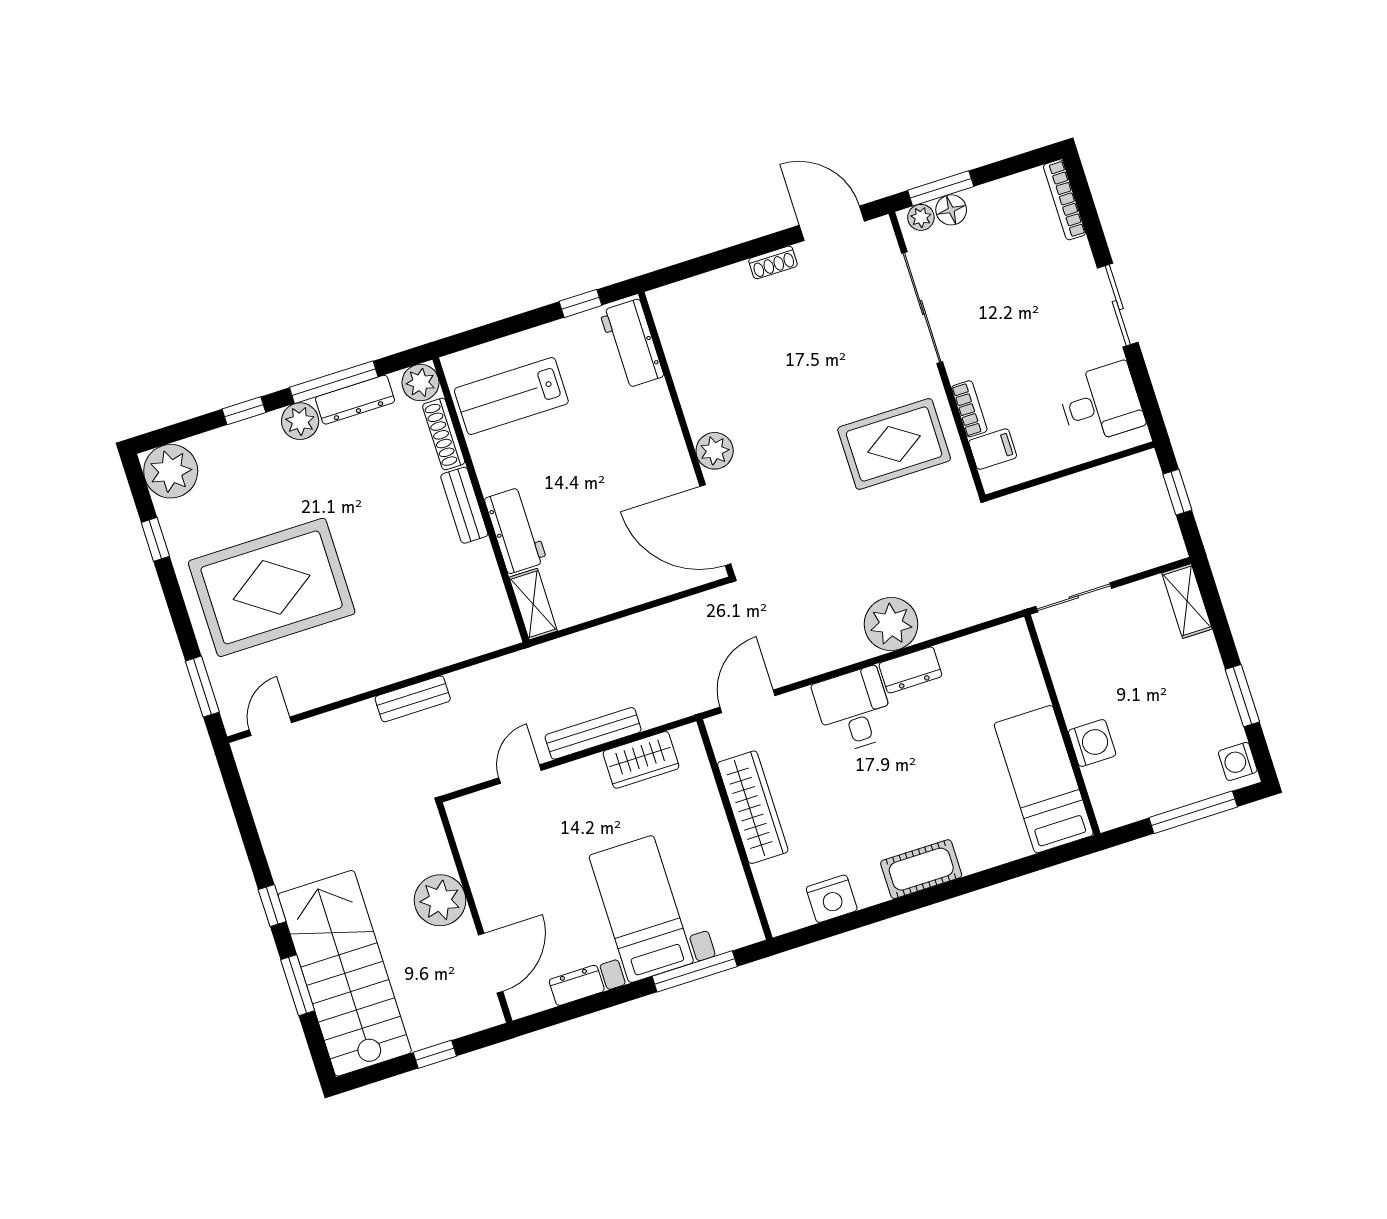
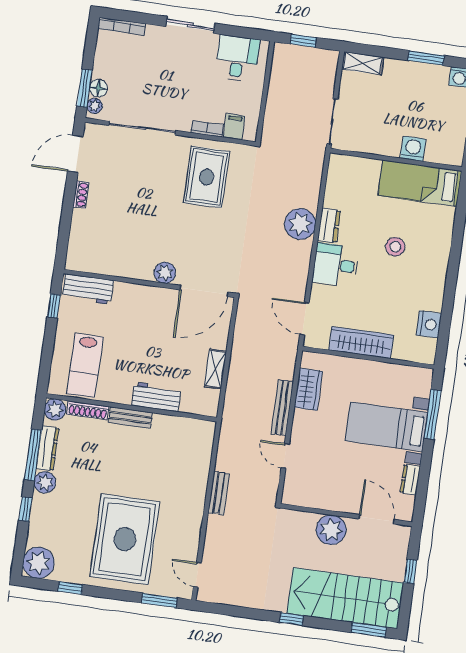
shelving: (533, 604) -> (215, 369), moved, turned 90
stool: (927, 789) -> (395, 247), added
cot: (921, 869) -> (436, 270), removed
window: (298, 985) -> (369, 630), moved

